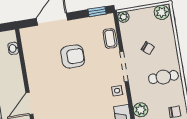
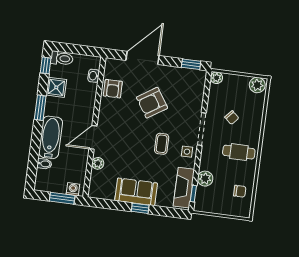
coffee table: (110, 38) -> (162, 144), moved
armchair: (34, 55) -> (113, 89), added
armchair: (73, 57) -> (152, 103), turned 147

